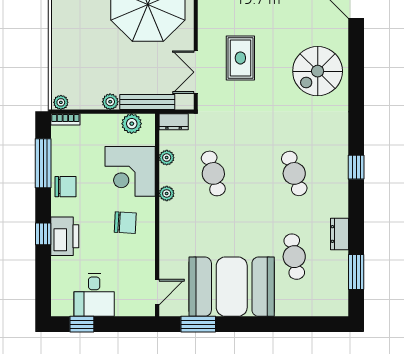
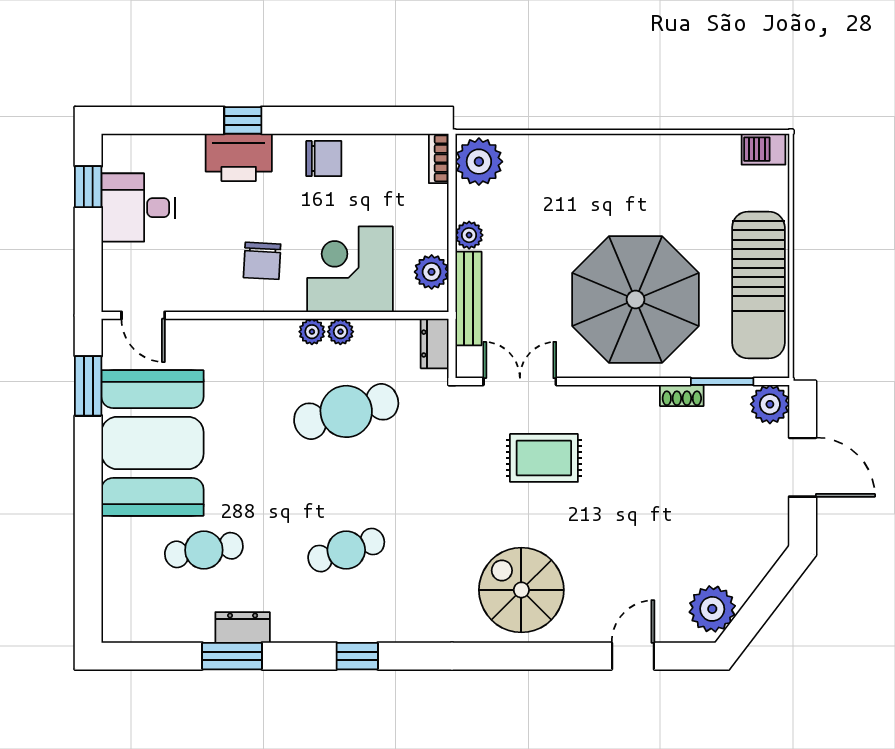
plant: (61, 102) -> (479, 162), width x1.87, depth x1.87
plant: (167, 158) -> (340, 332), moved
window: (43, 163) -> (364, 120), removed
cafe table: (213, 173) -> (346, 411), width x1.37, depth x1.35
chair: (65, 187) -> (324, 159), turned -90
window: (356, 272) -> (232, 656), moved

